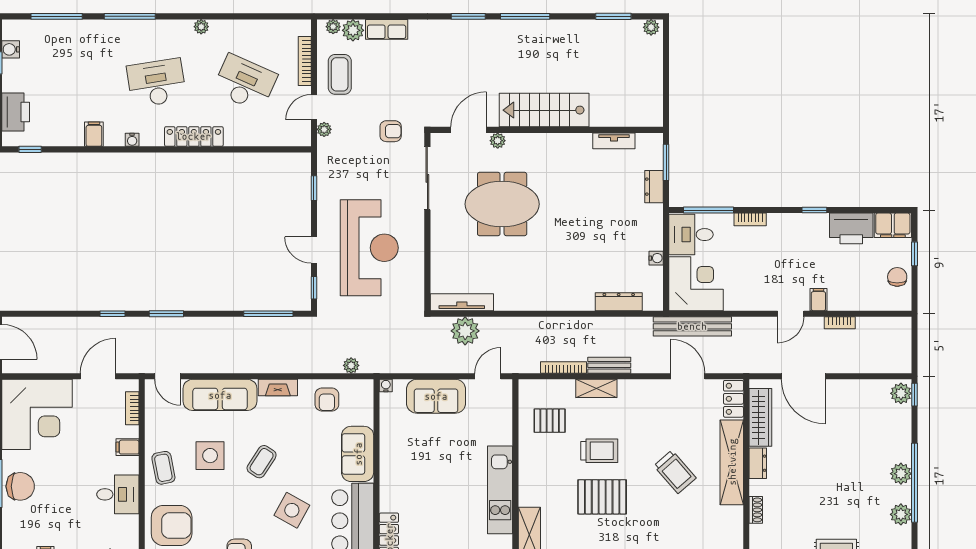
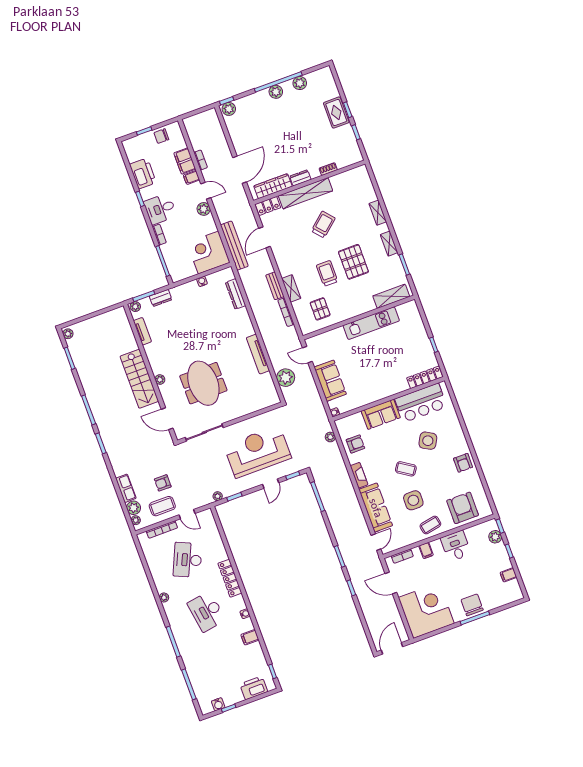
plant: (324, 129) -> (218, 496), moved
armchair: (391, 131) -> (163, 483), moved, turned -90
plant: (498, 141) -> (160, 379), moved
plant: (655, 144) -> (135, 307), added
filing cabinet: (893, 225) -> (185, 161), moved, turned 180
desk: (691, 235) -> (160, 209), moved, turned 90
plant: (764, 300) -> (204, 209), added
tv unit: (462, 302) -> (258, 354), moved

